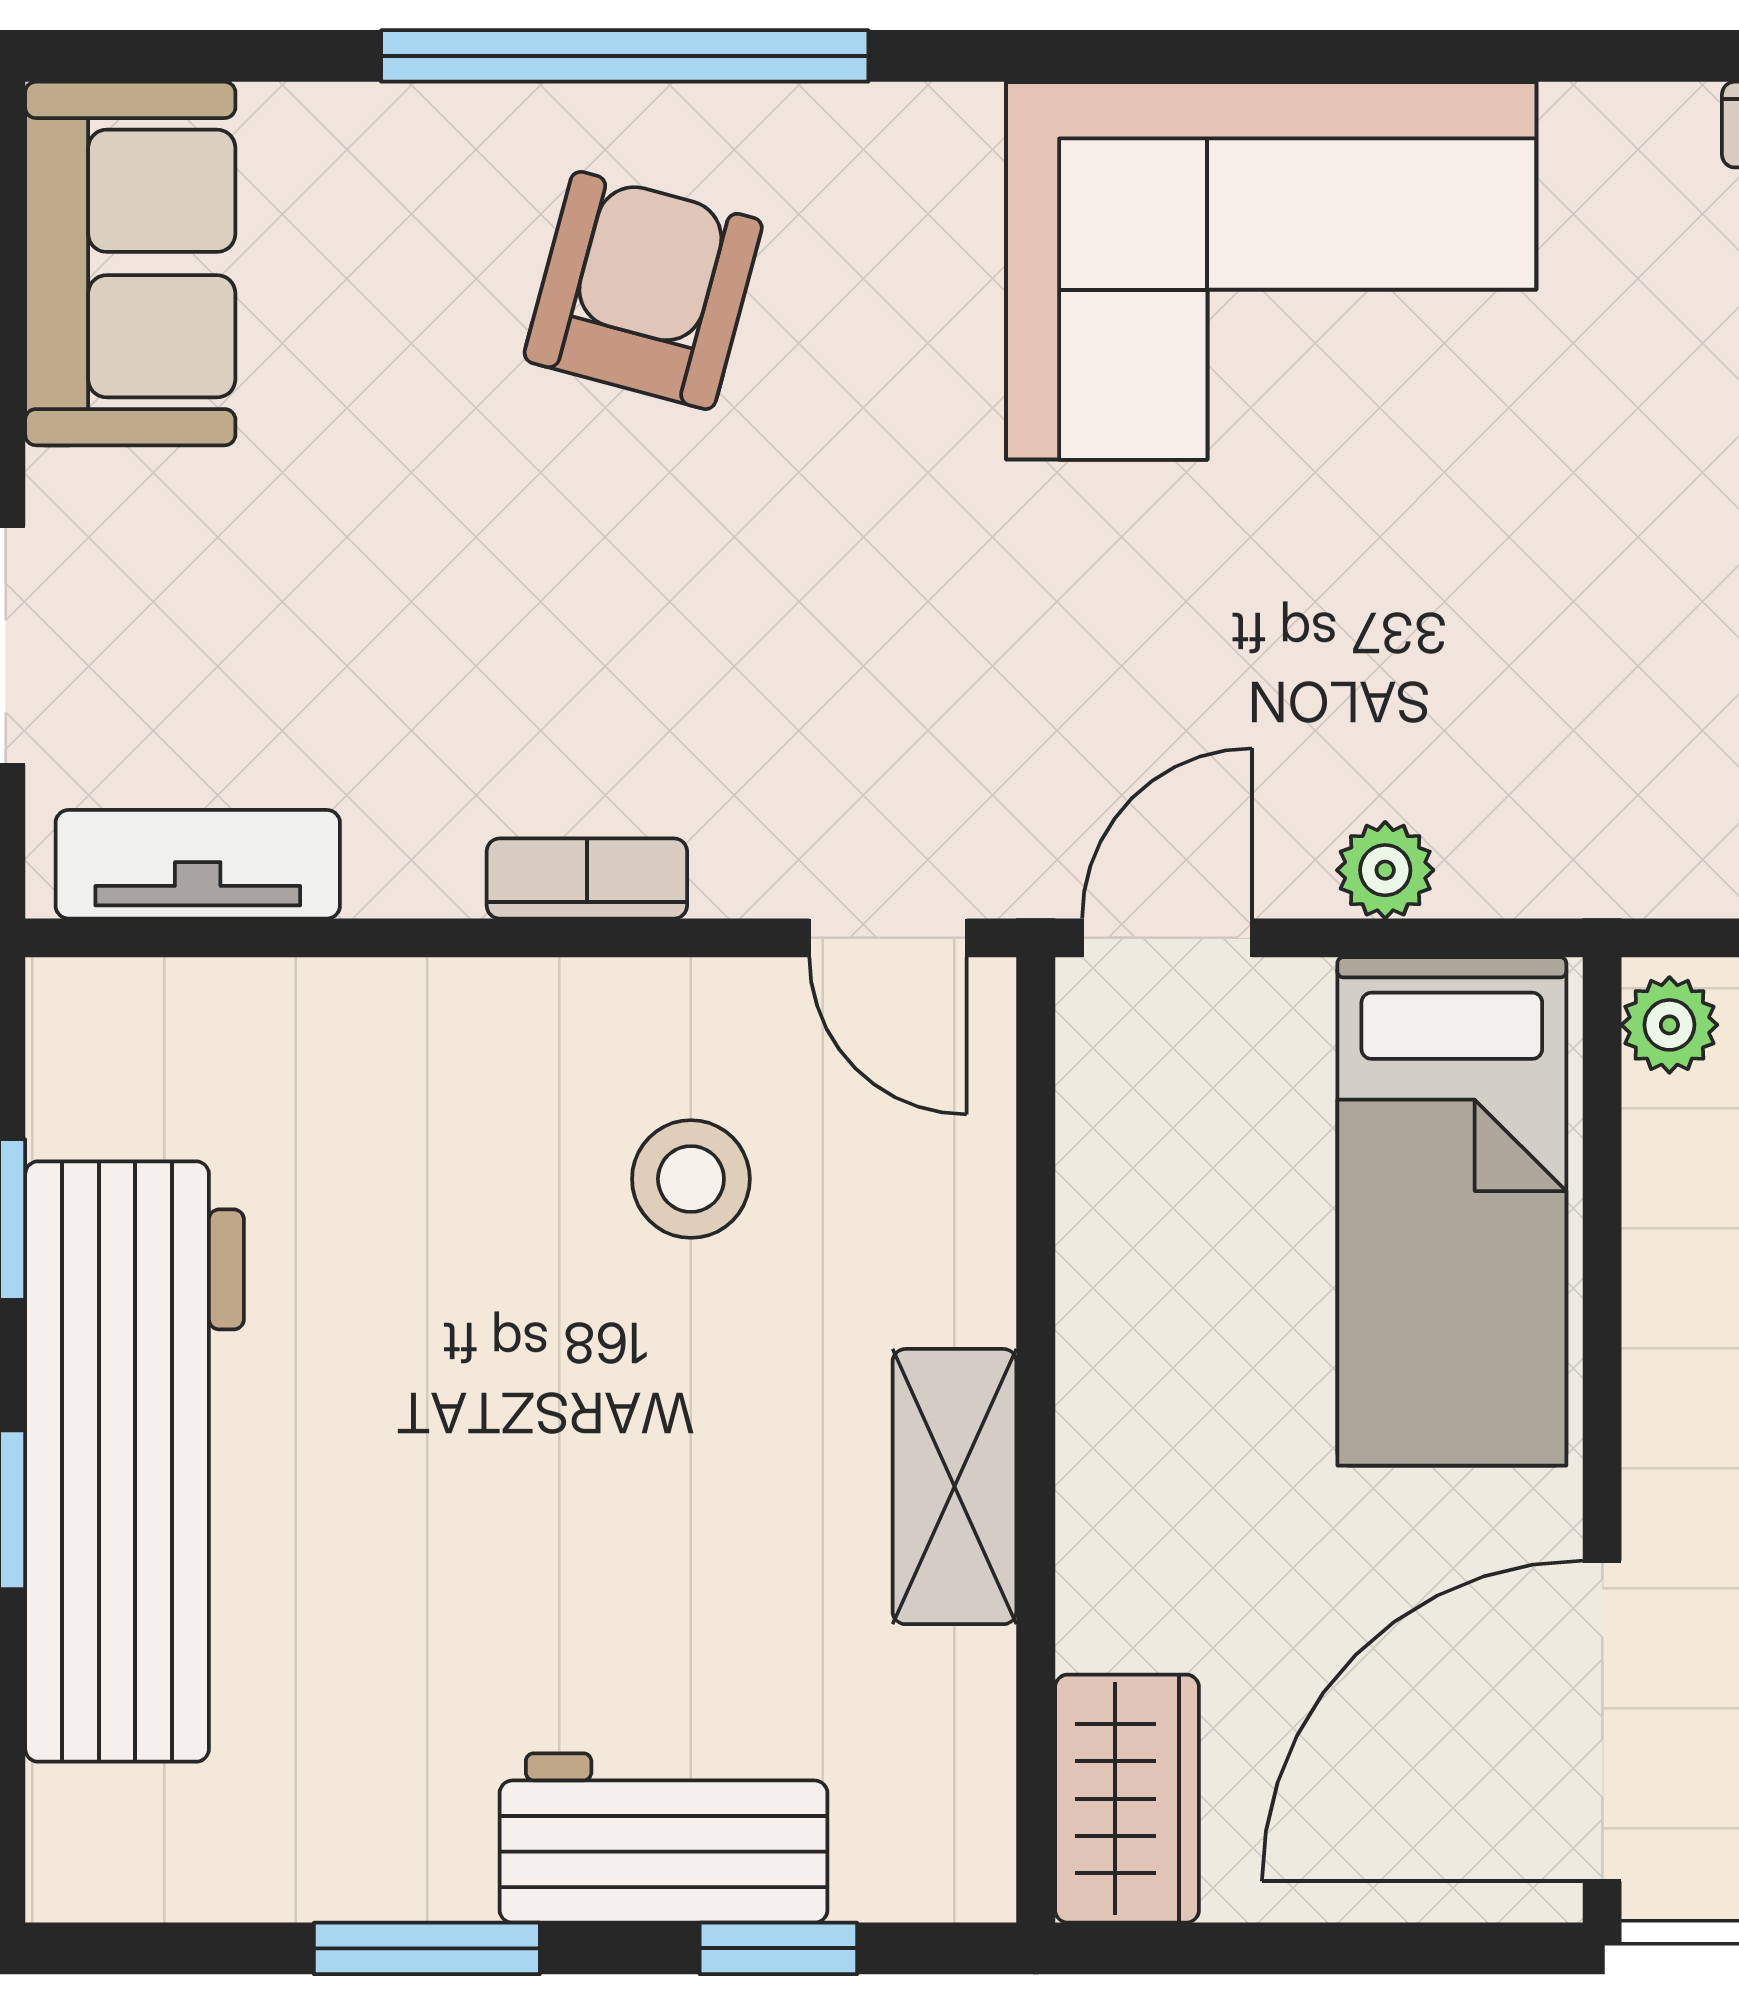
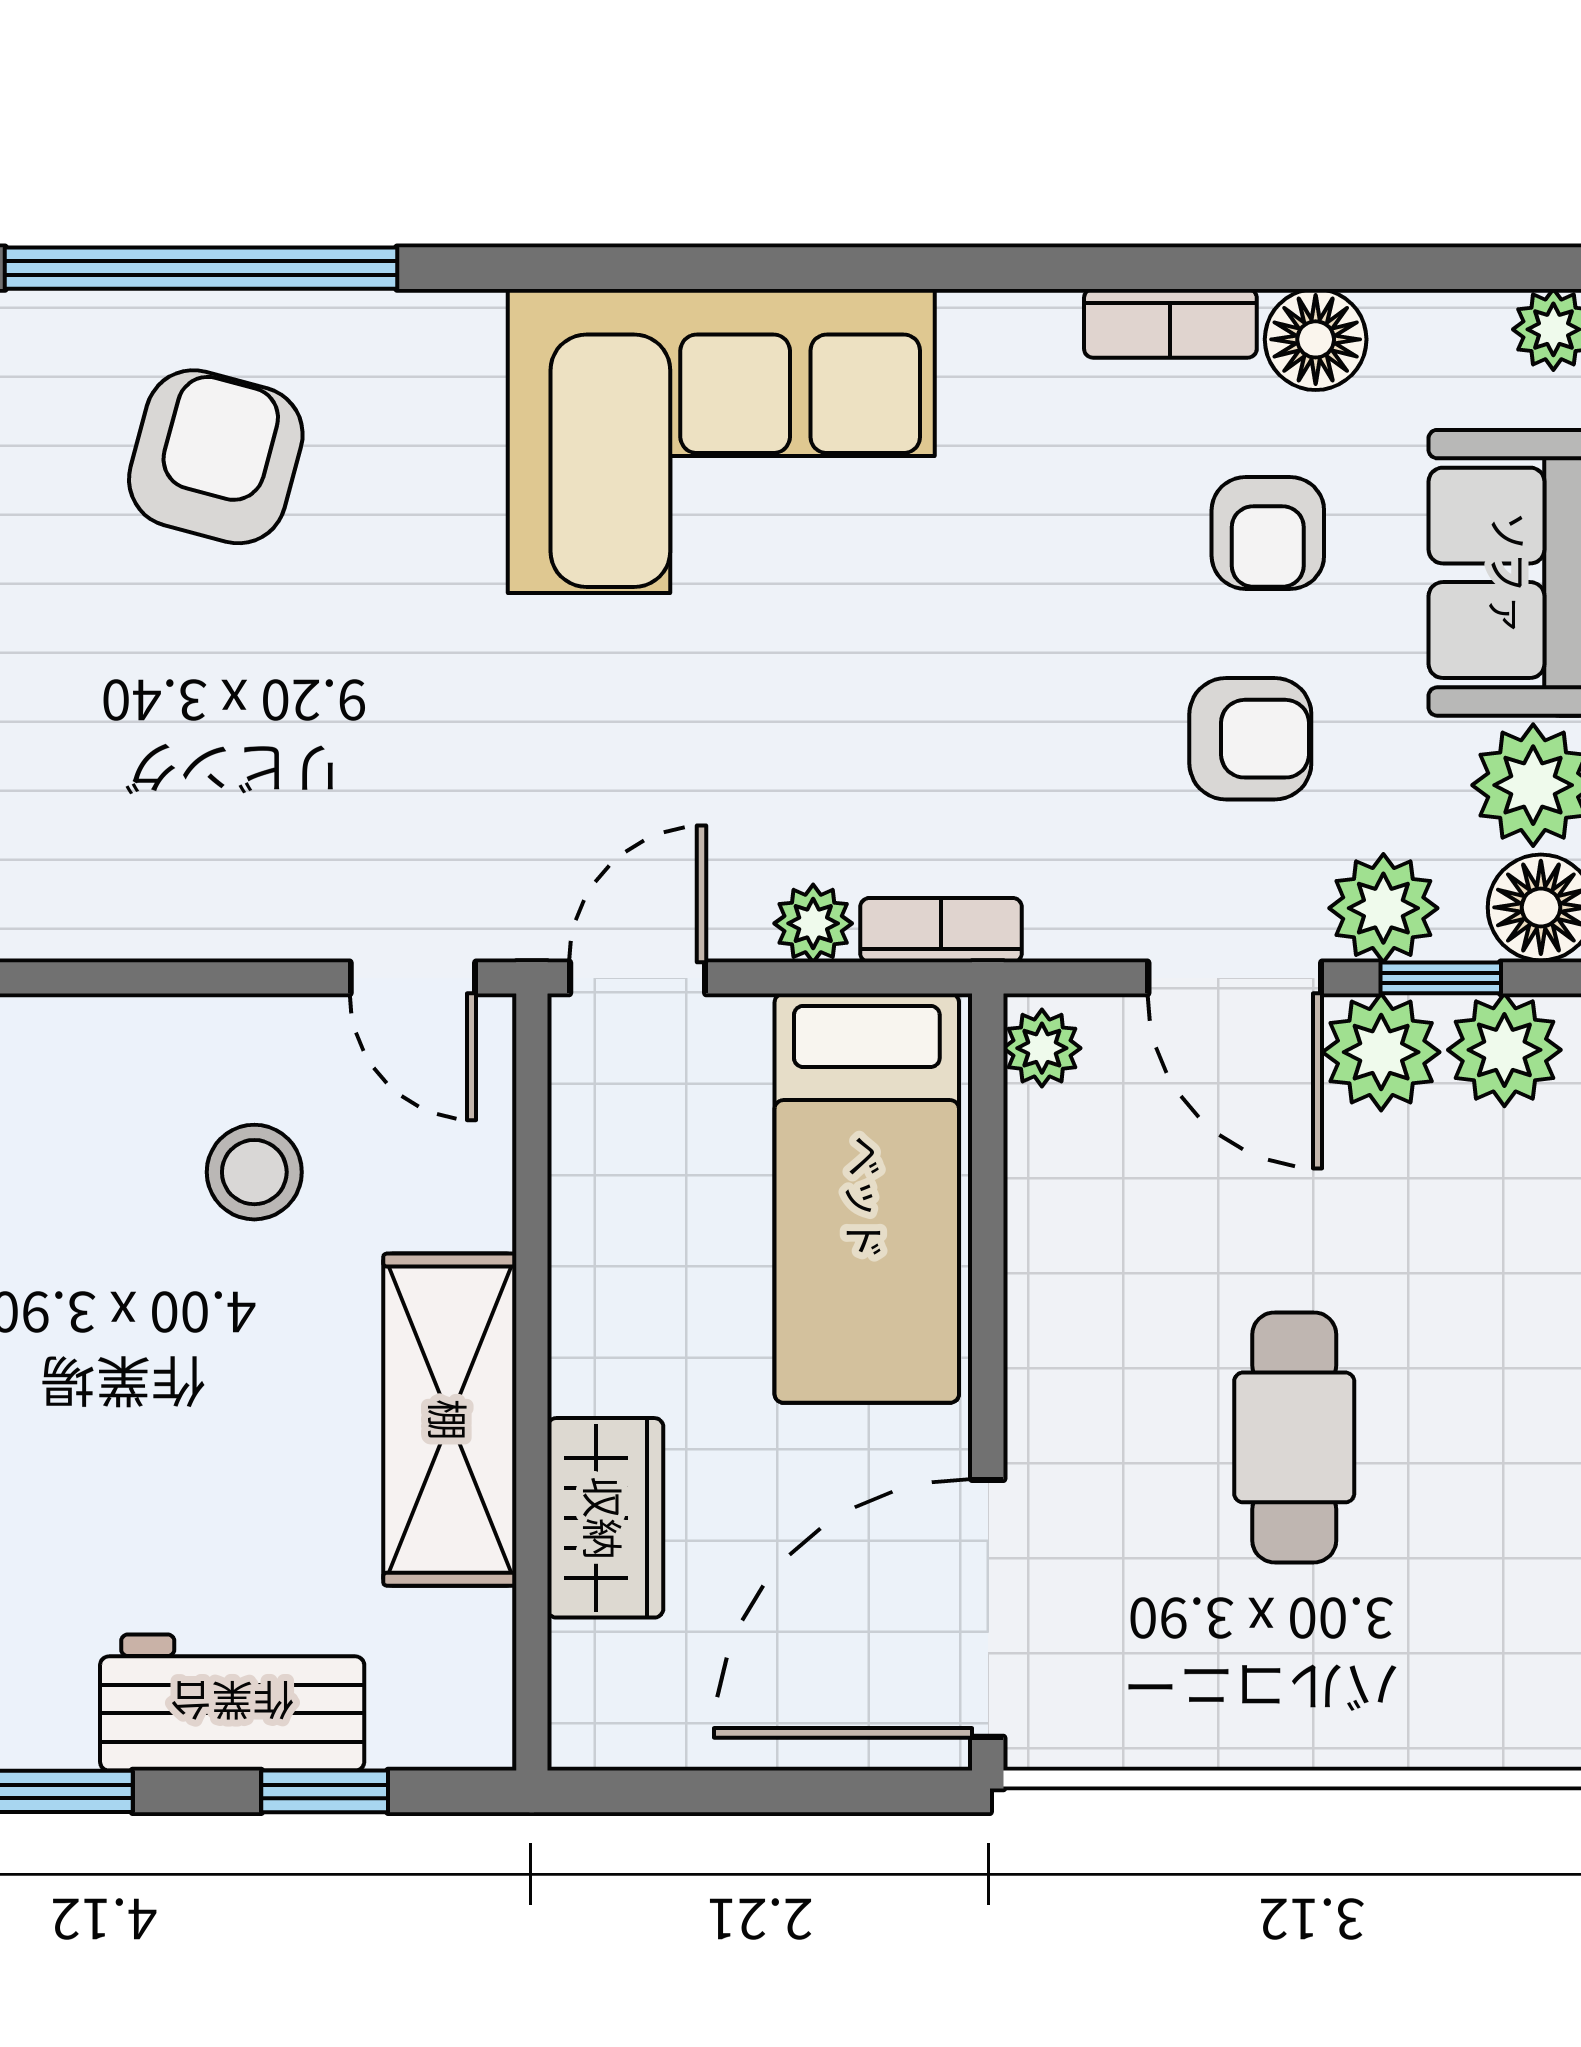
bookcase: (587, 878) -> (941, 930), moved
shelving: (954, 1487) -> (450, 1420), width x1.50, depth x1.33
wardrobe: (1127, 1799) -> (605, 1518), moved

